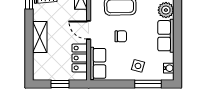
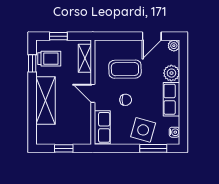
shelving: (40, 37) -> (45, 101), width x1.50, depth x1.33
locker: (80, 58) -> (84, 122), removed
side table: (138, 66) -> (143, 130), width x1.87, depth x1.87

